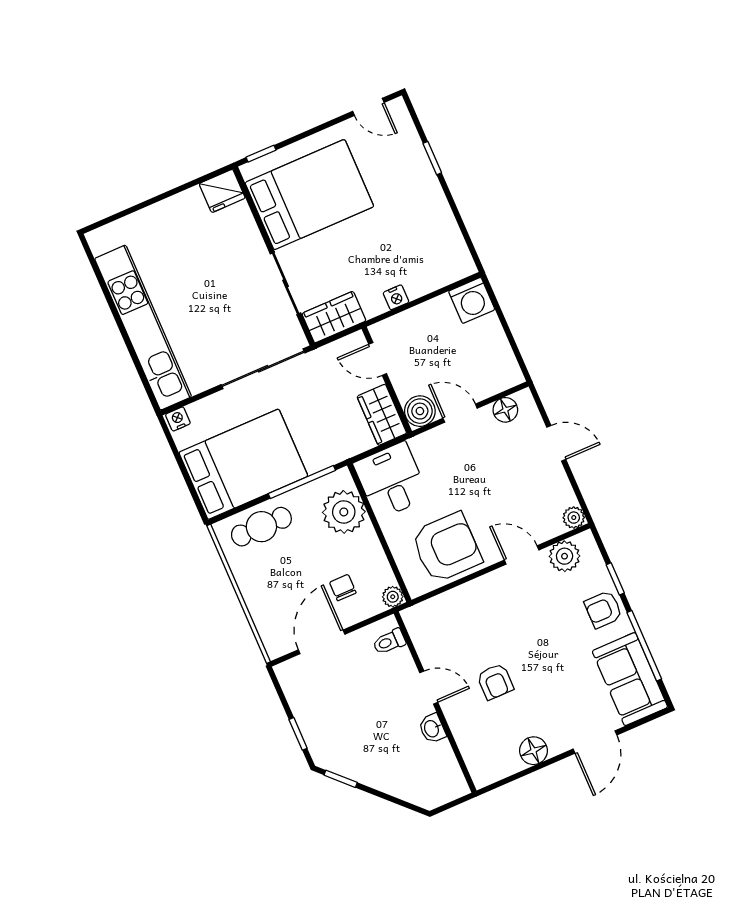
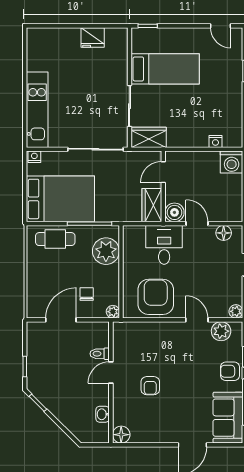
fridge: (222, 191) -> (93, 38), moved
bed: (309, 195) -> (165, 69), width x0.67
nightstand: (396, 297) -> (215, 142), moved
kitchen unit: (143, 328) -> (37, 110), width x0.73
door: (378, 359) -> (163, 172), hinge flipped
desk: (391, 480) -> (164, 245), moved
armchair: (446, 547) -> (156, 297), turned -90
toilet: (389, 642) -> (100, 354), moved
door: (429, 688) -> (111, 373), swing flipped
washbasin: (432, 728) -> (103, 414), moved
floor lamp: (534, 751) -> (121, 435), moved

